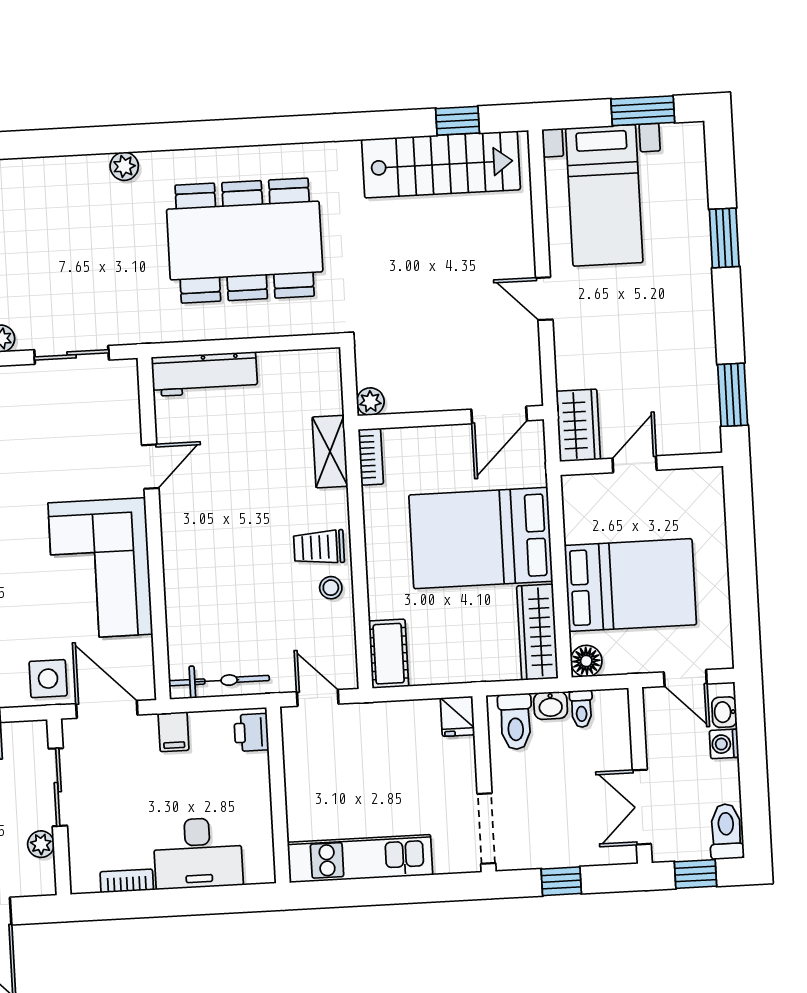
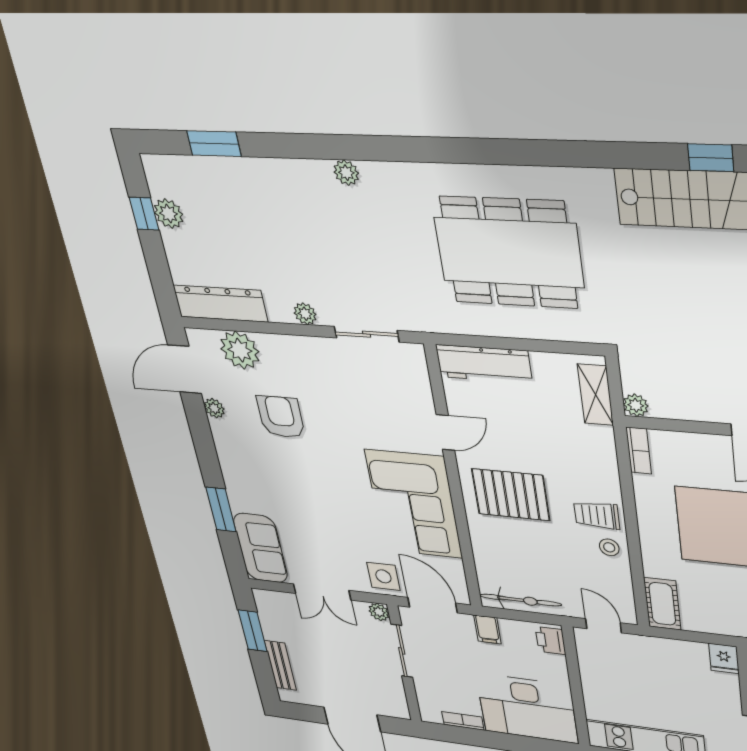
plant: (124, 166) -> (346, 173), moved
shelving: (330, 452) -> (595, 395), moved
pallet: (220, 536) -> (511, 495), added
plant: (41, 844) -> (379, 612), moved
desk: (198, 853) -> (527, 708), width x1.36, depth x1.30

